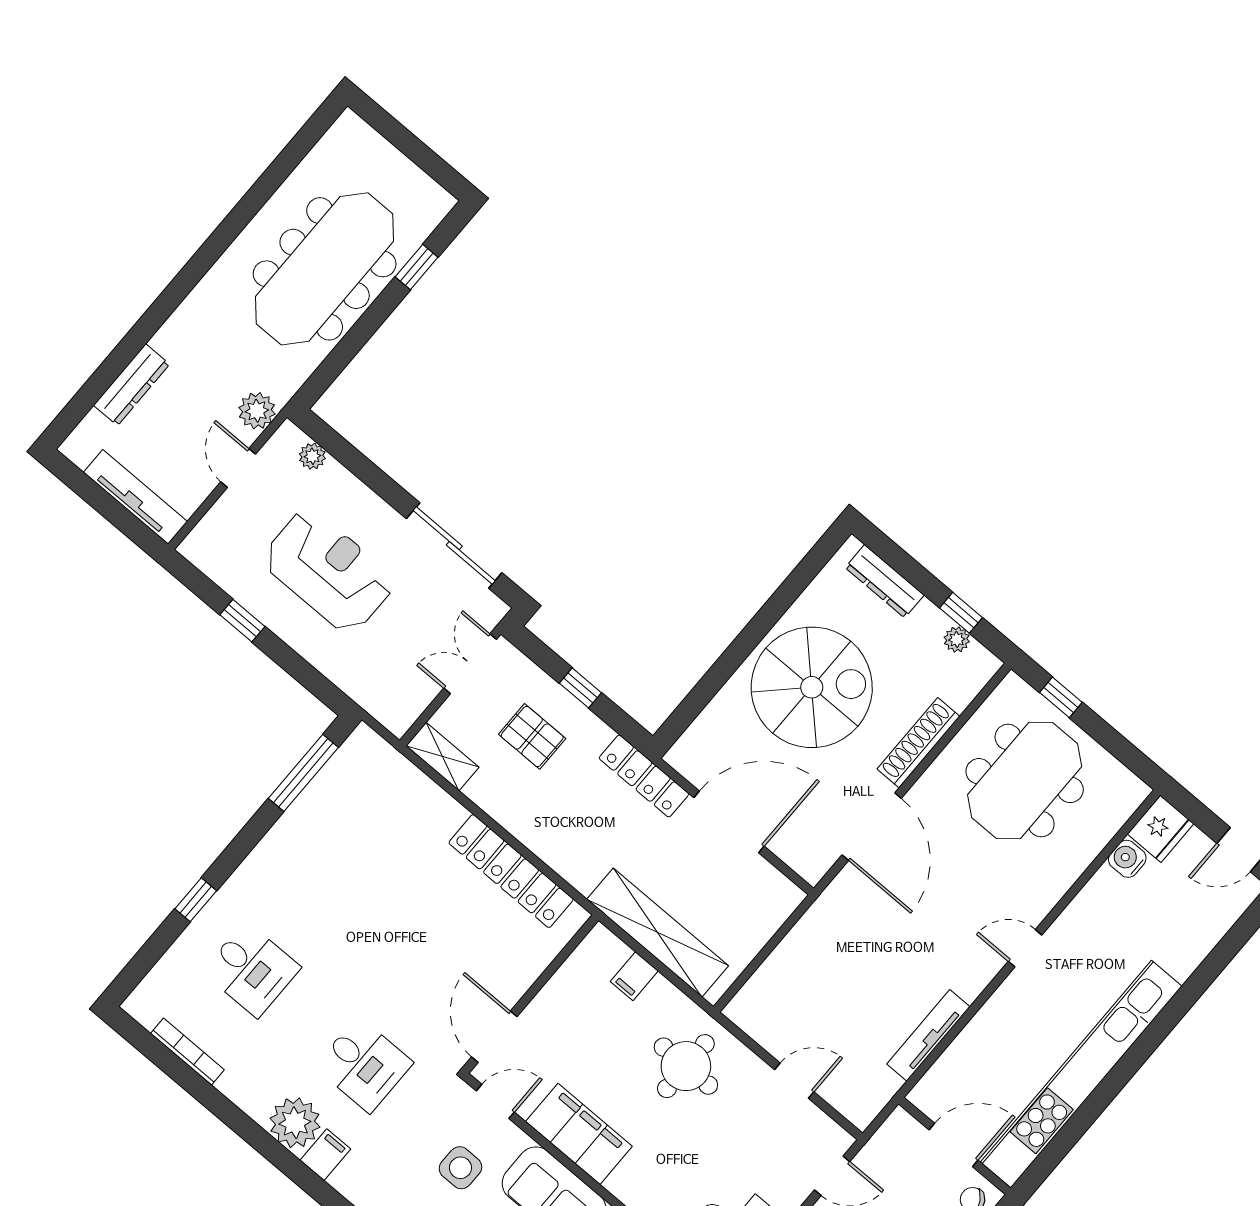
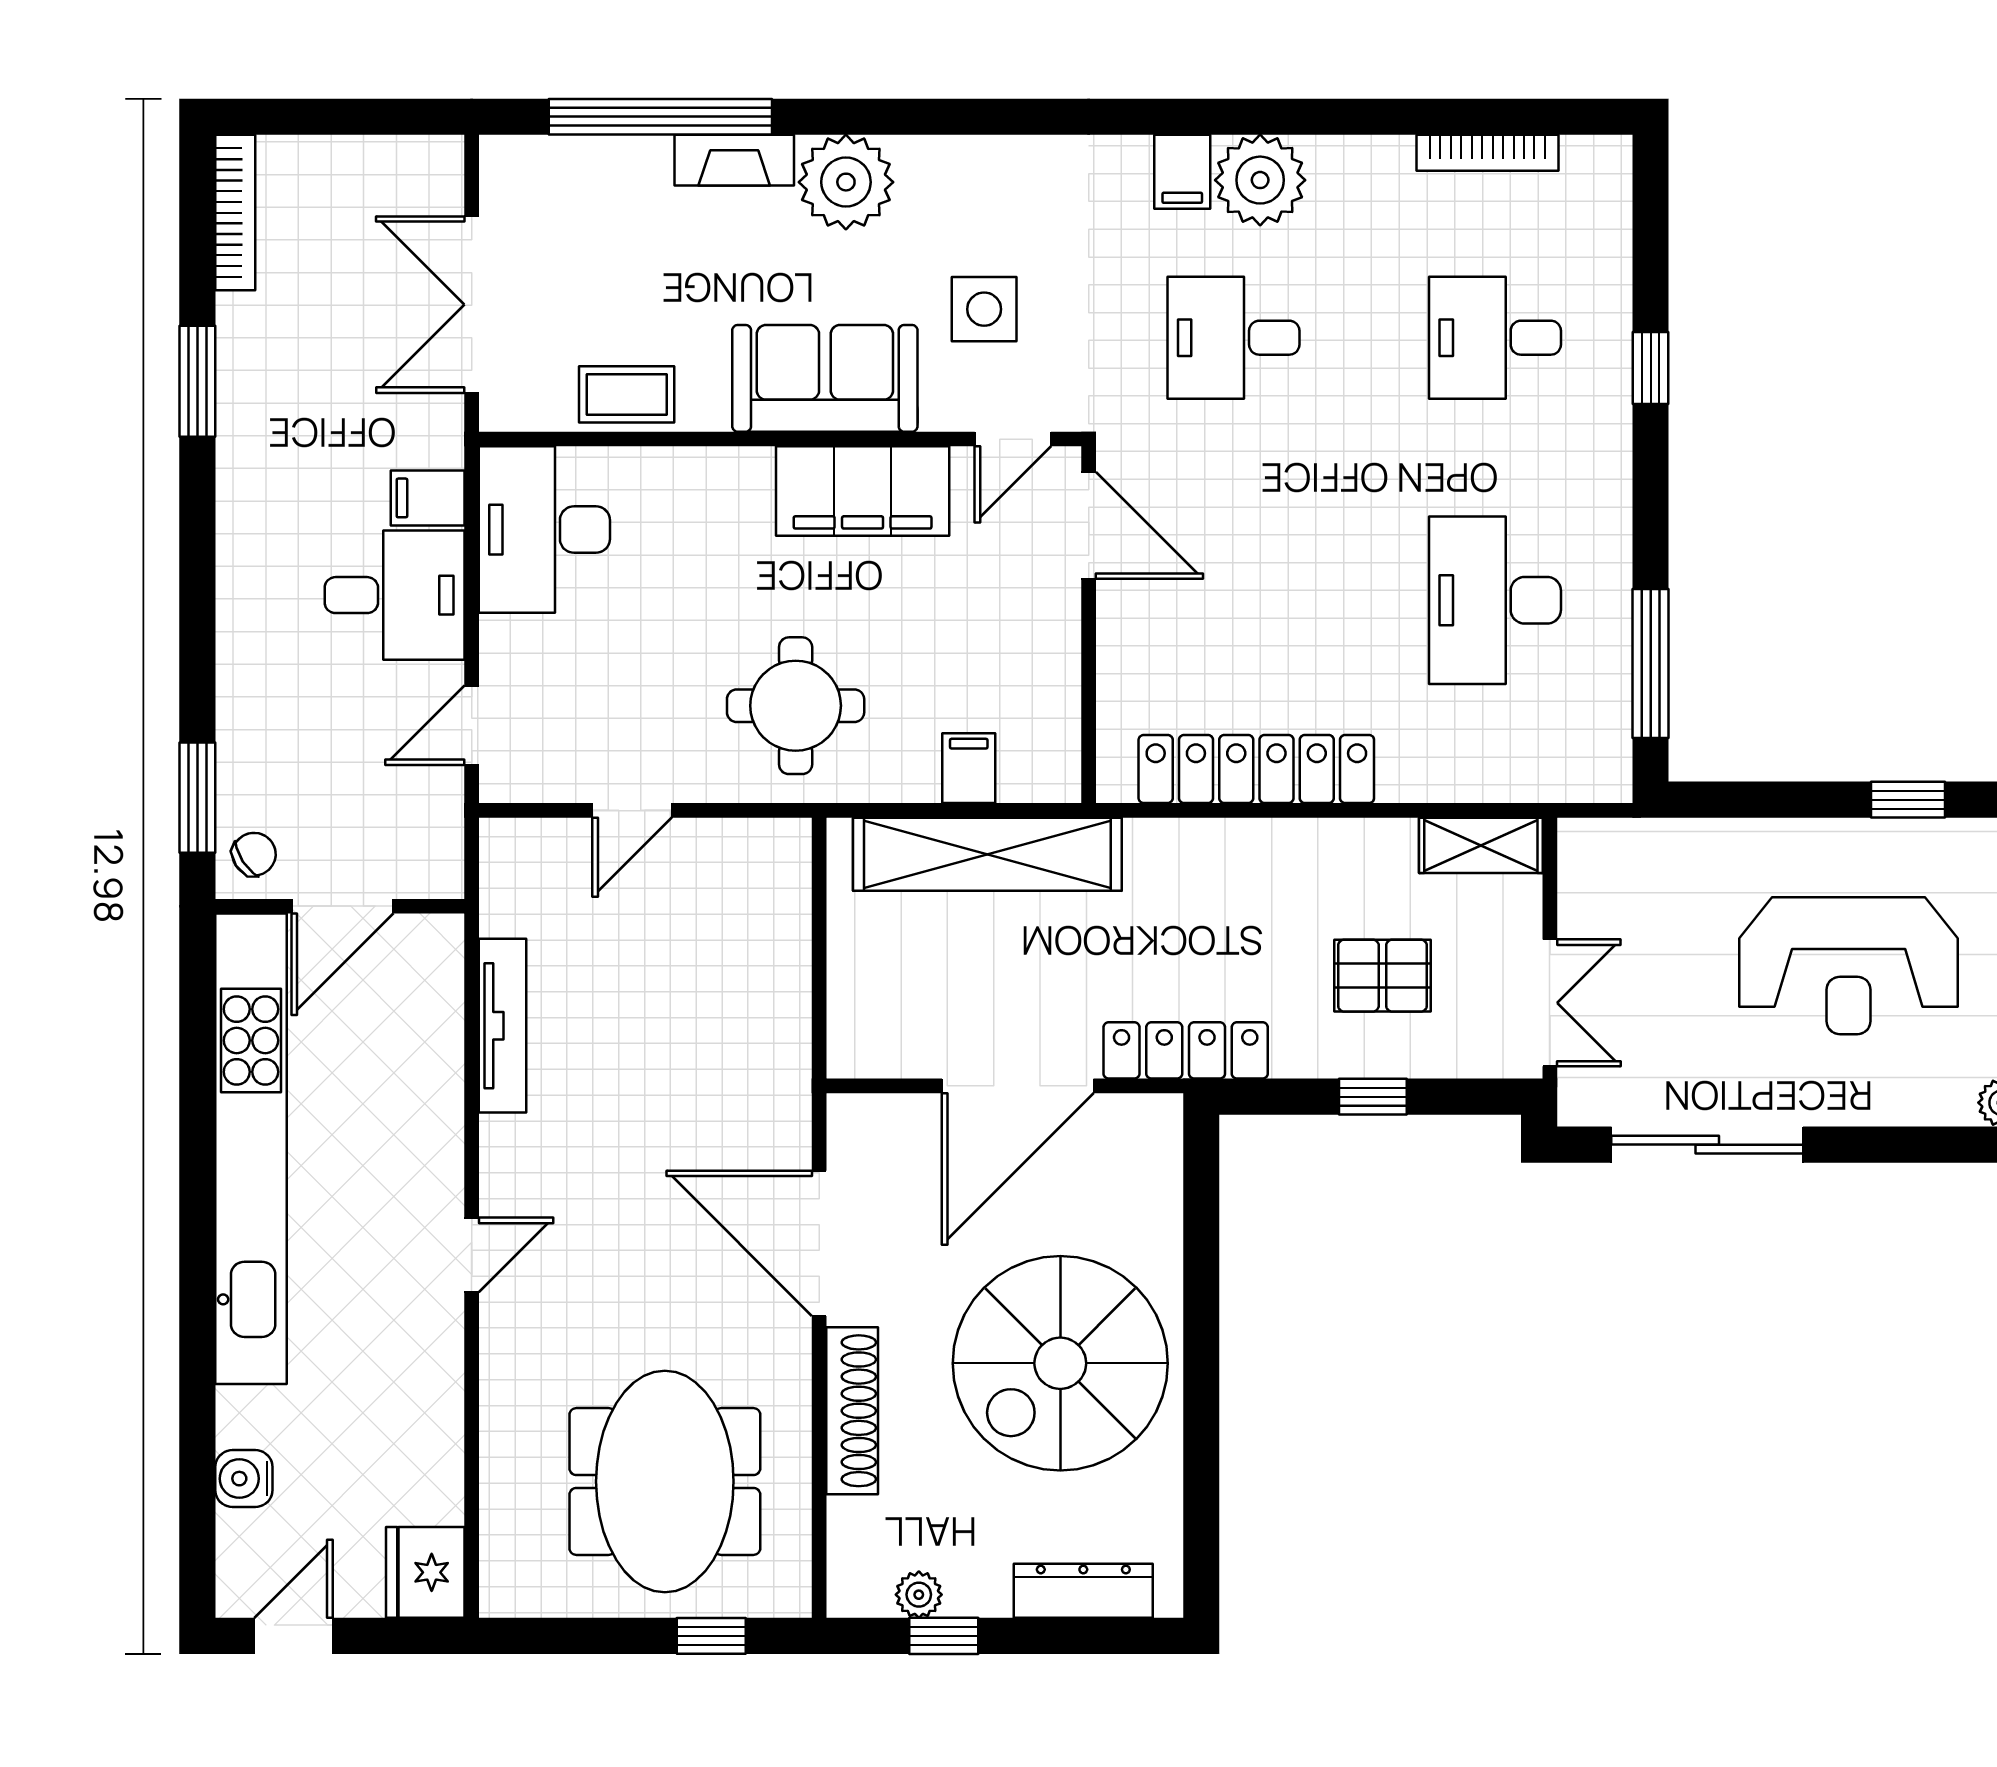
desk: (347, 857) -> (1495, 600), added
water cooler: (1127, 859) -> (244, 1479), moved, turned 180

